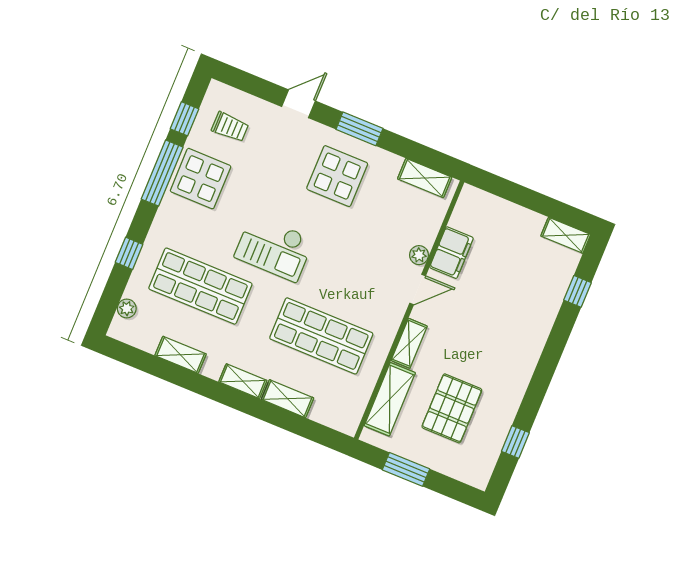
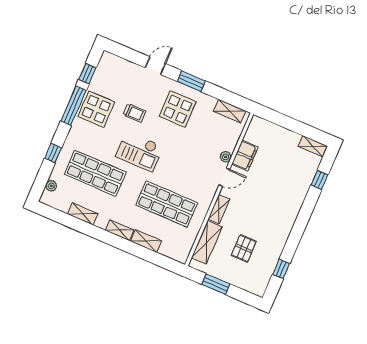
trolley: (230, 127) -> (134, 113), moved
pallet: (452, 408) -> (244, 248), width x0.67, depth x0.71

